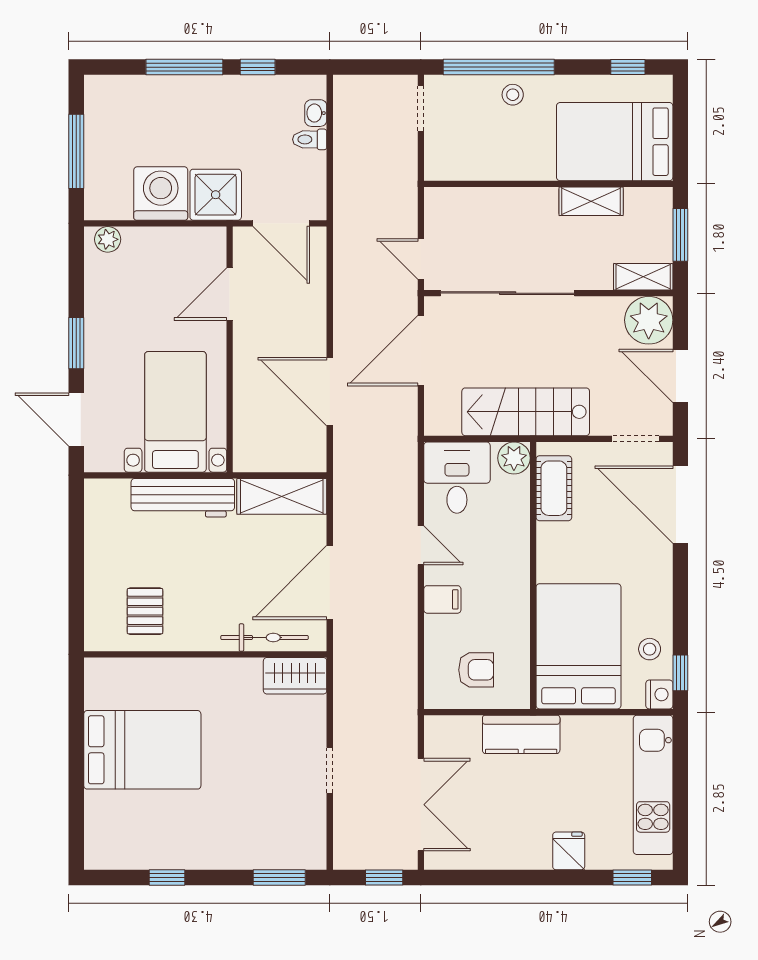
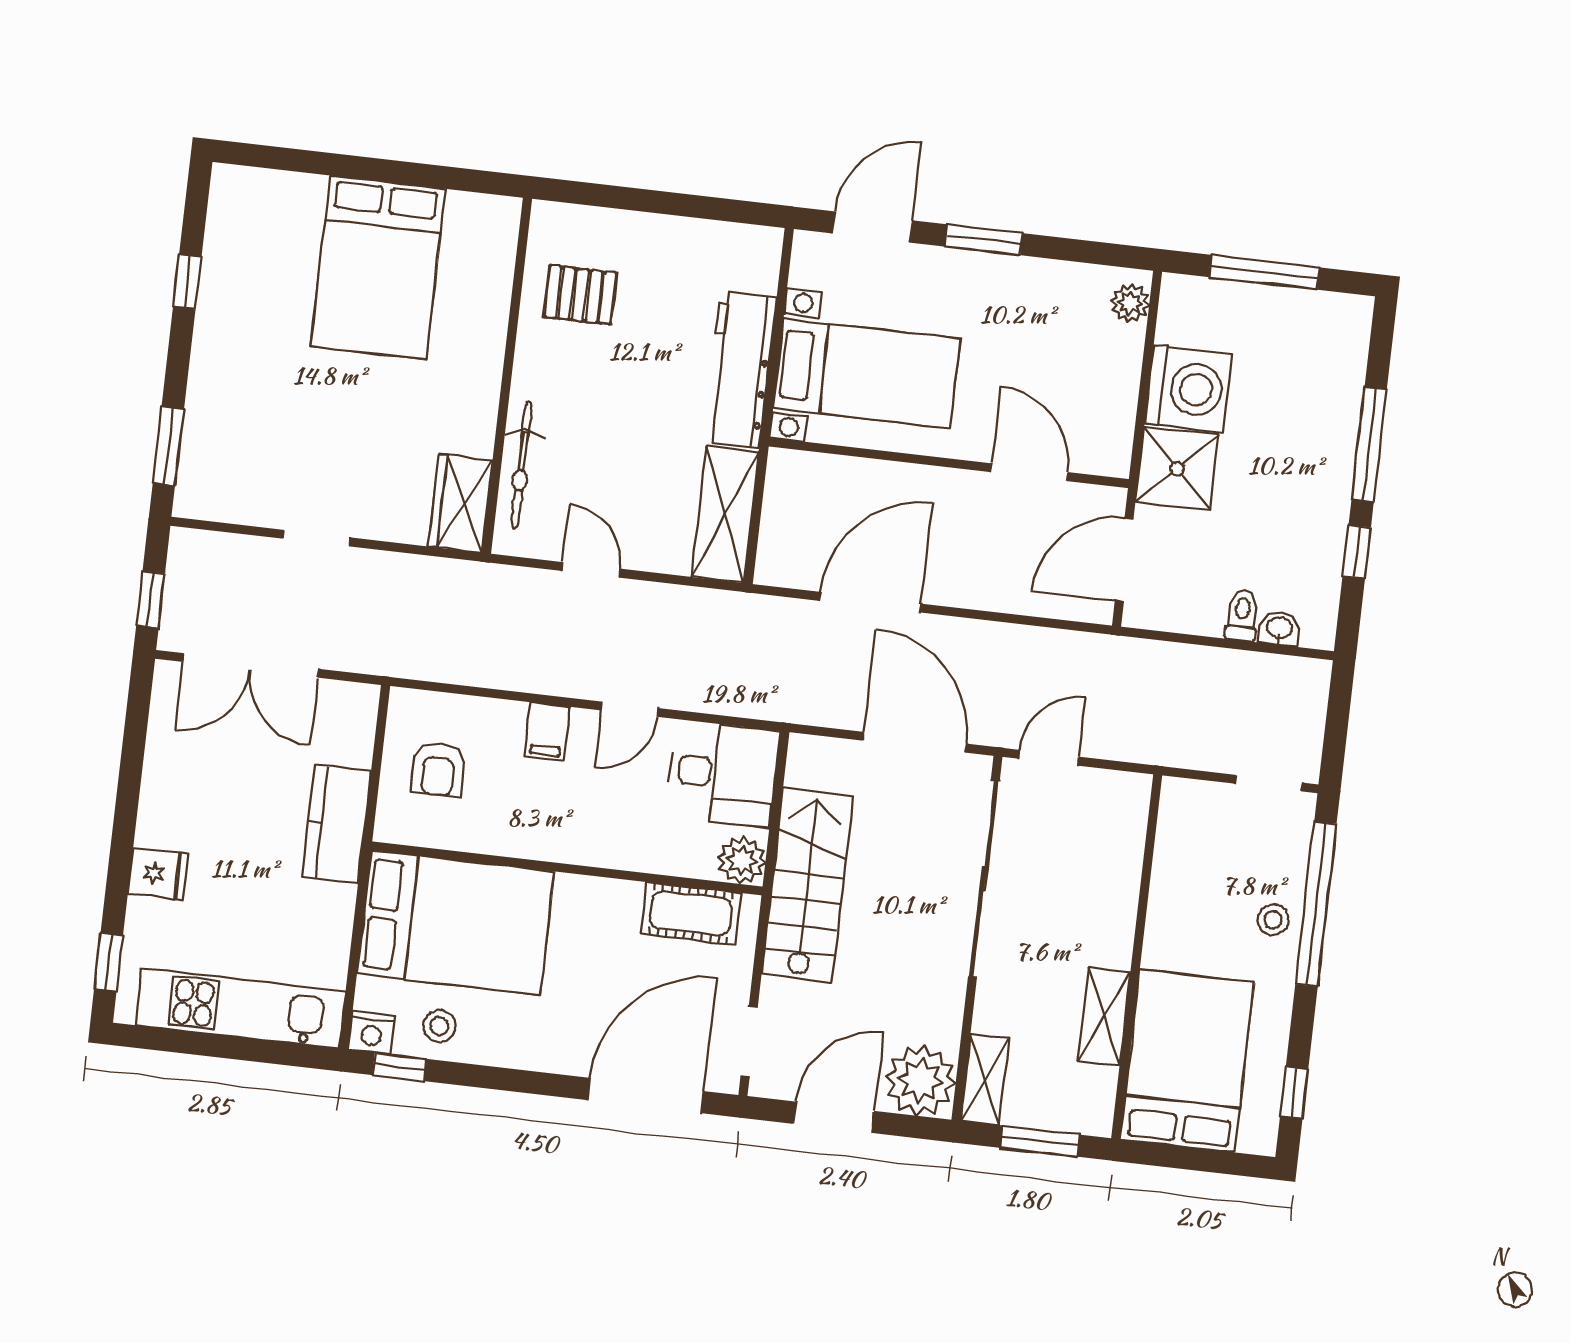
door: (330, 583) -> (591, 570), width x0.53

